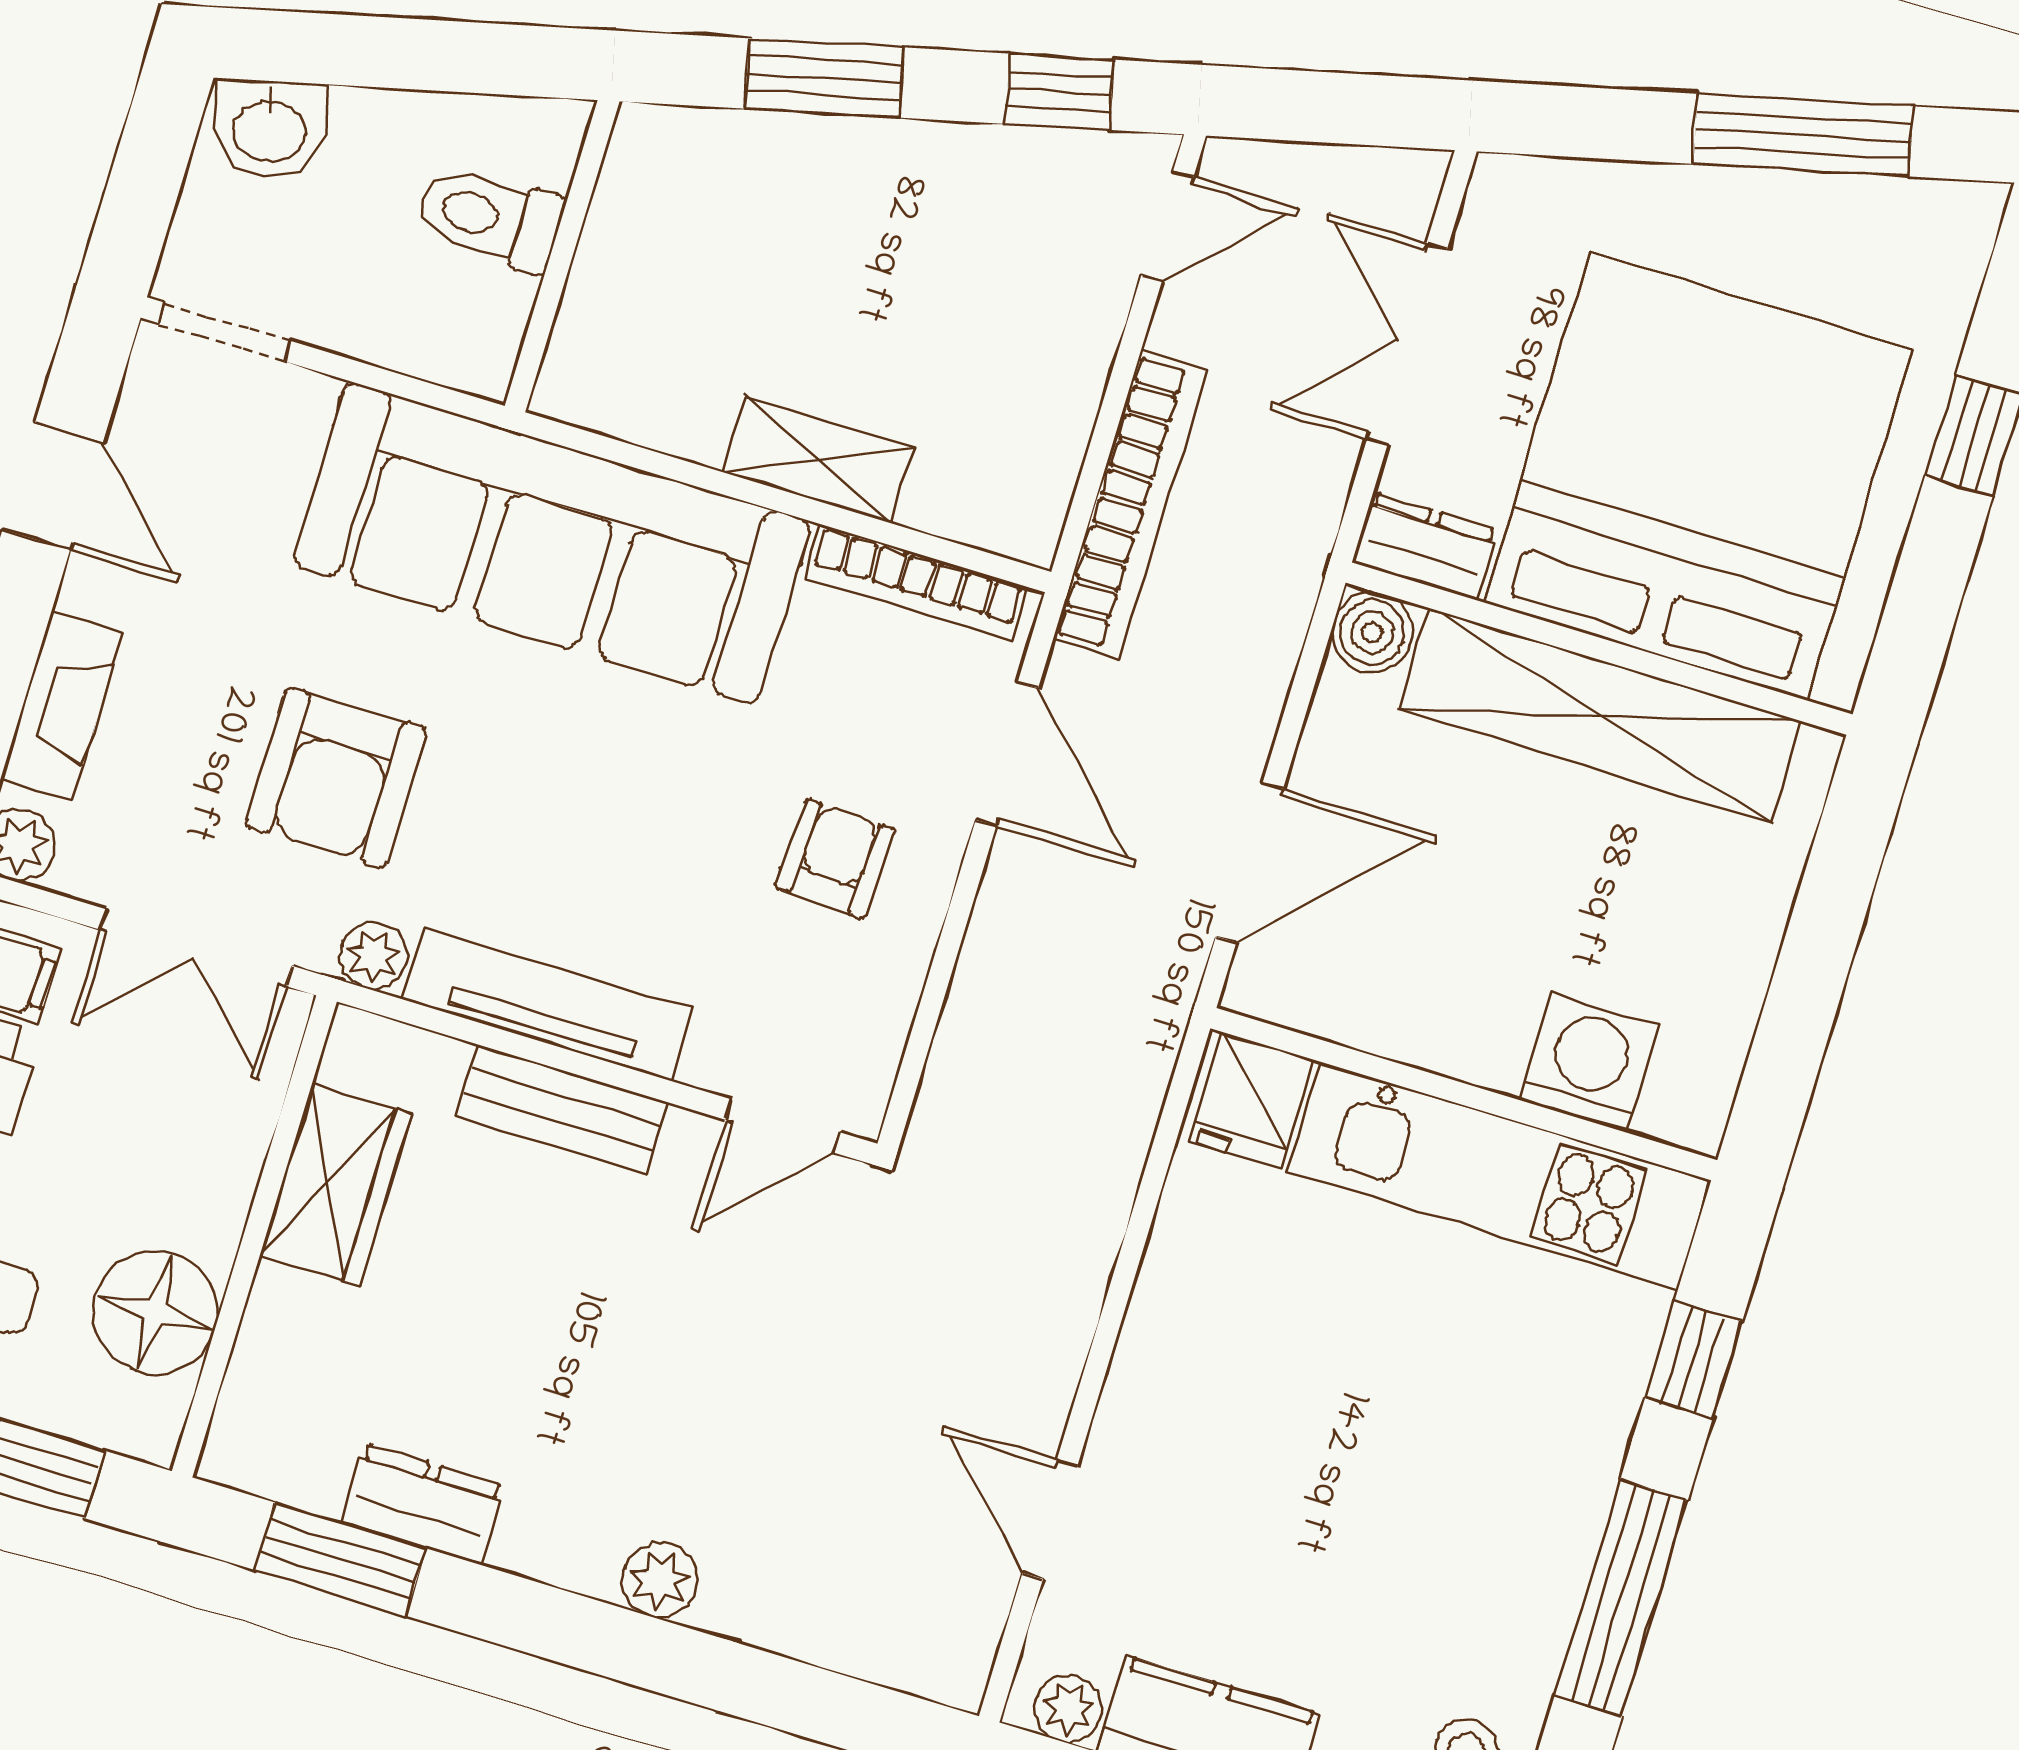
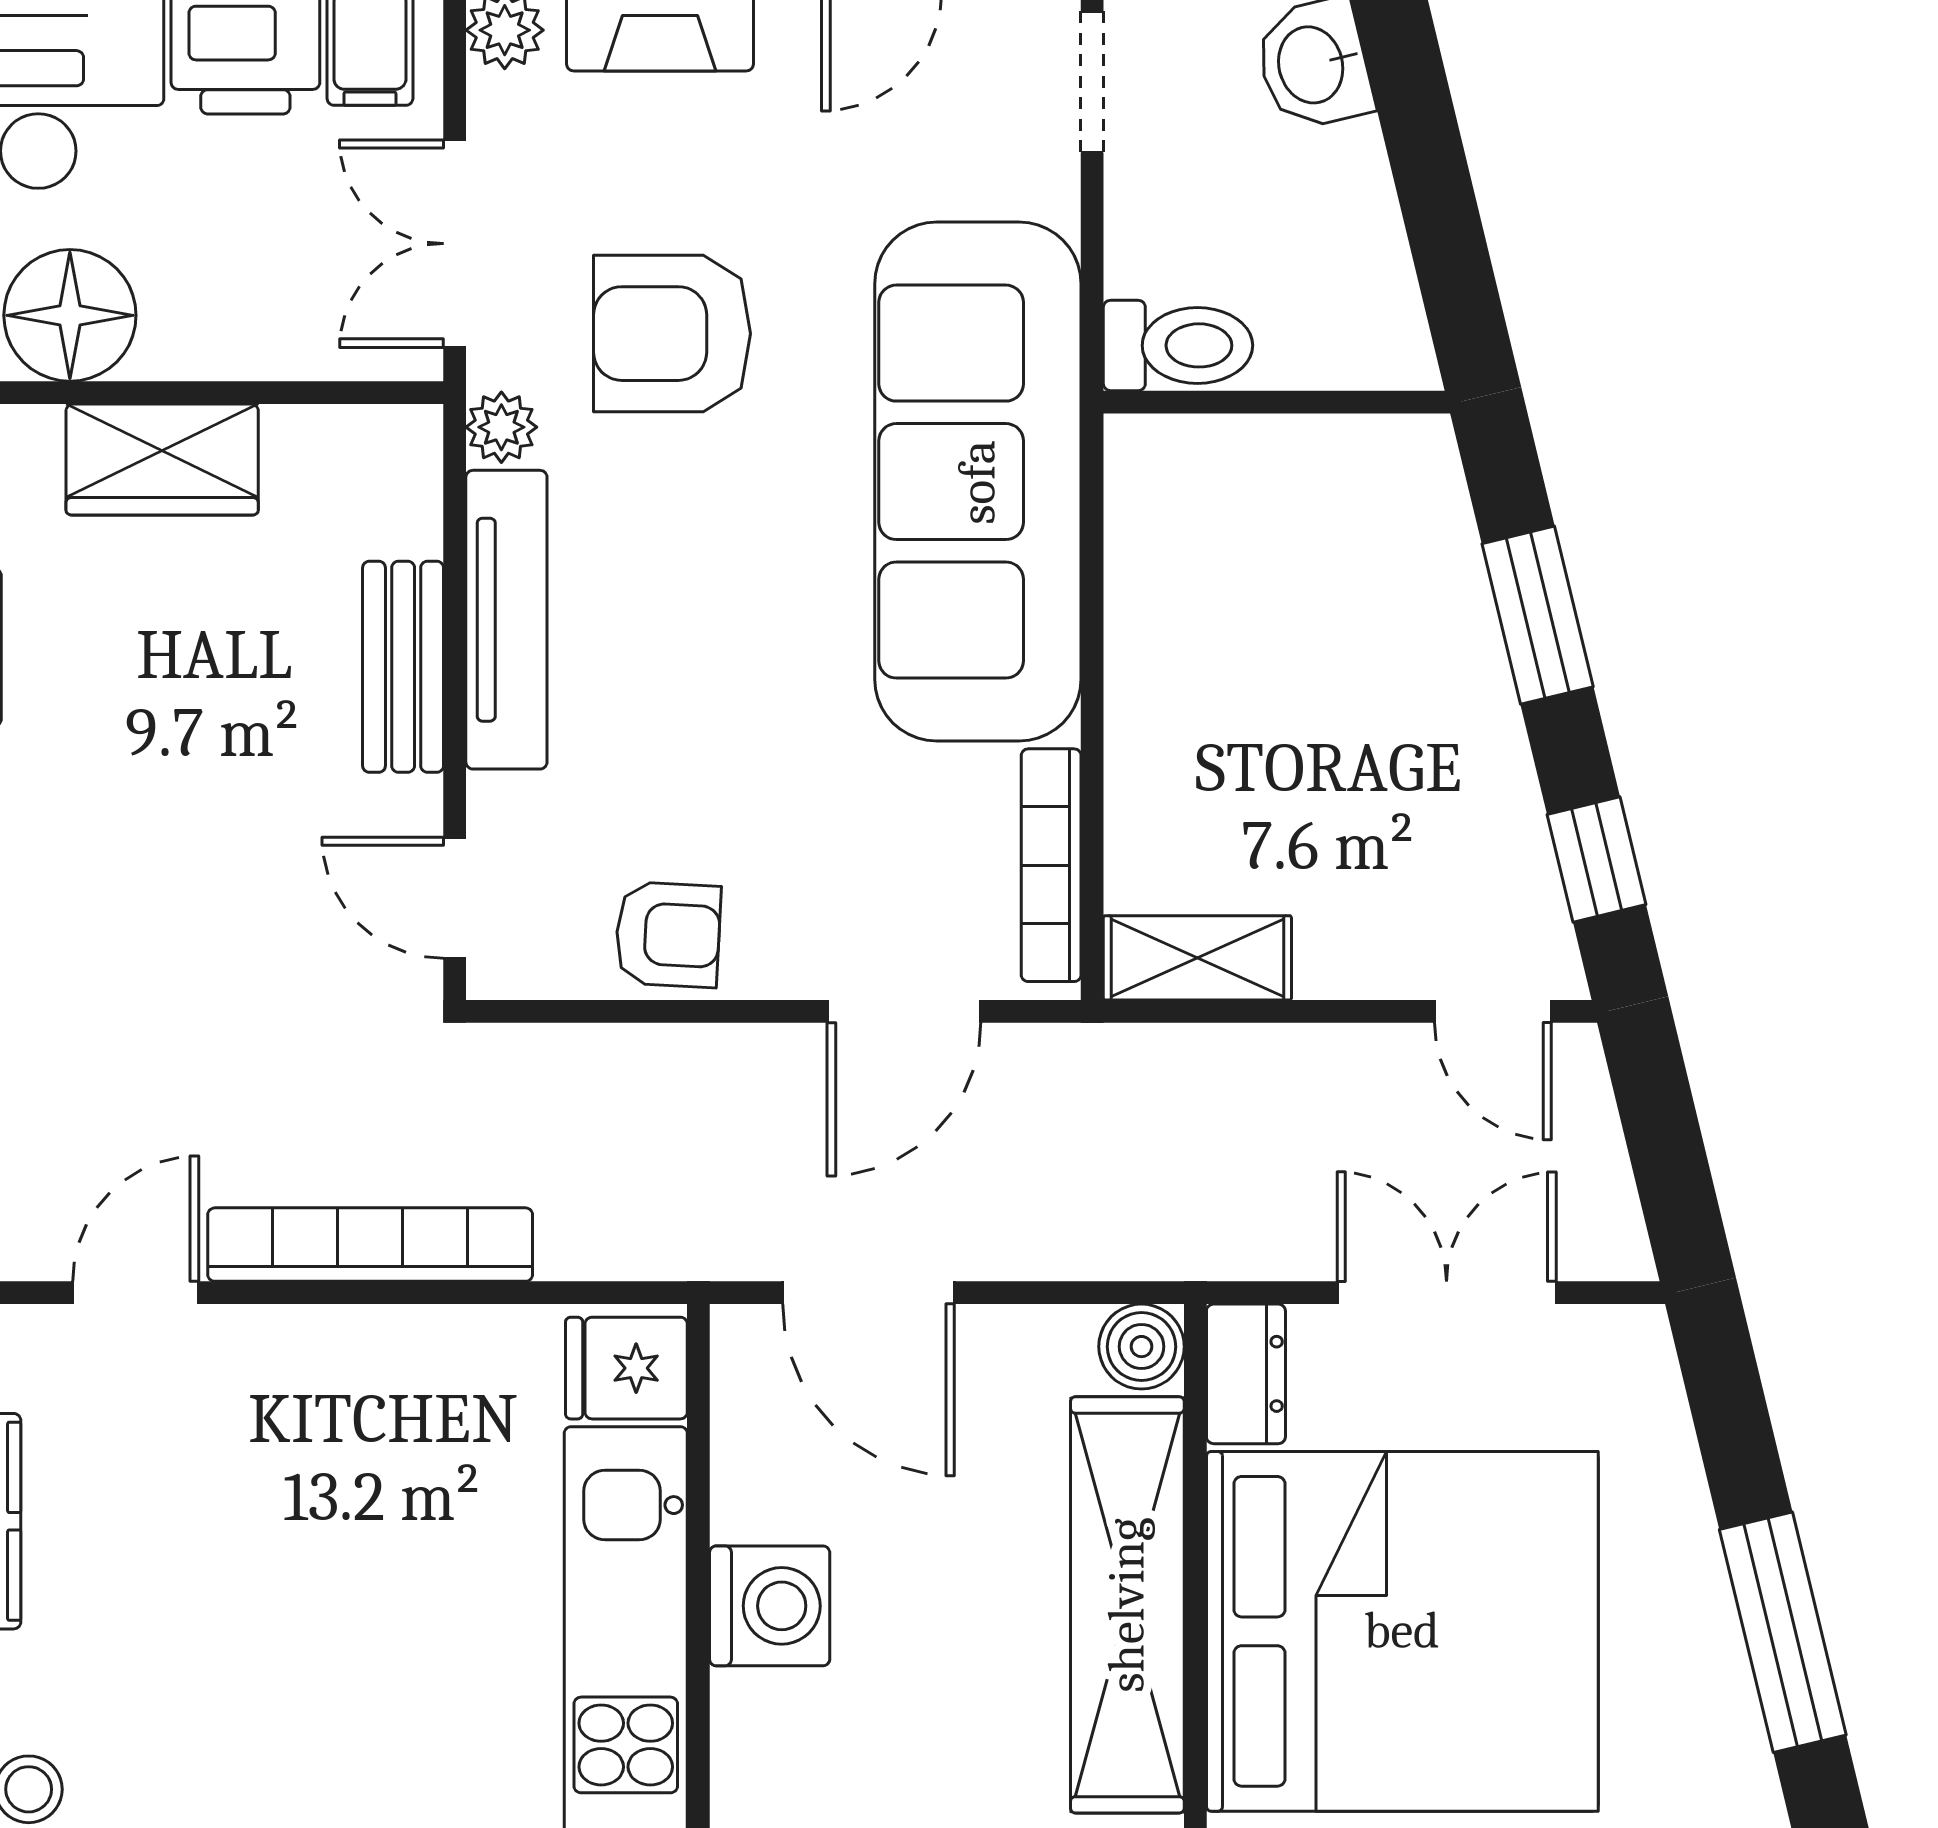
toilet: (489, 218) -> (1178, 345), moved, turned 90
shelving: (818, 460) -> (1197, 958), moved, turned 90
bookcase: (1130, 504) -> (370, 1245), moved, turned 180
armchair: (835, 859) -> (668, 935), moved
washing machine: (1589, 1062) -> (770, 1606), moved
wardrobe: (336, 1185) -> (162, 460), moved

